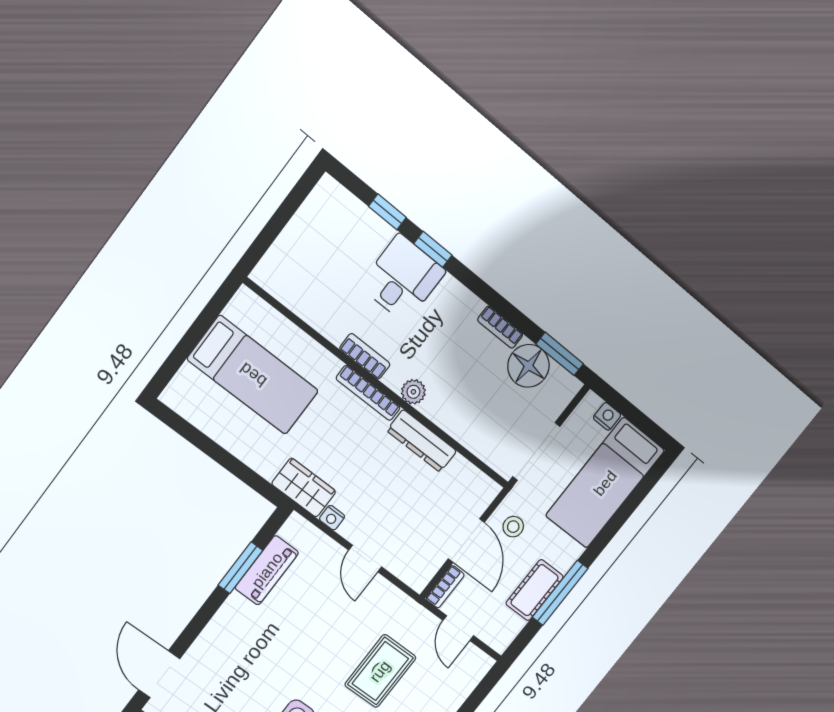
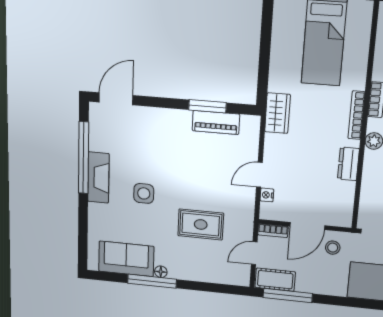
dresser: (422, 441) -> (348, 164), width x0.70
nightstand: (332, 518) -> (267, 195), moved
cot: (535, 590) -> (275, 280), moved
window: (560, 593) -> (288, 295), moved

